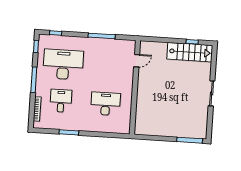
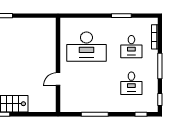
door: (137, 61) -> (58, 79), moved
desk: (63, 64) -> (131, 83), width x0.53, depth x0.77
desk: (106, 104) -> (86, 47), width x1.36, depth x1.30

